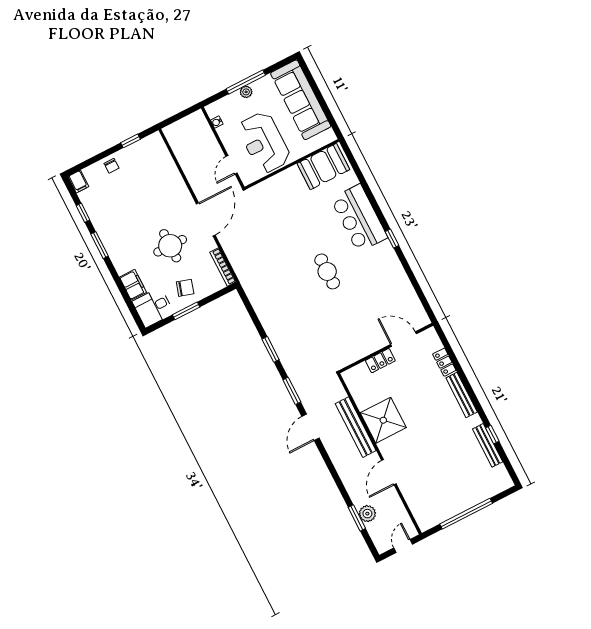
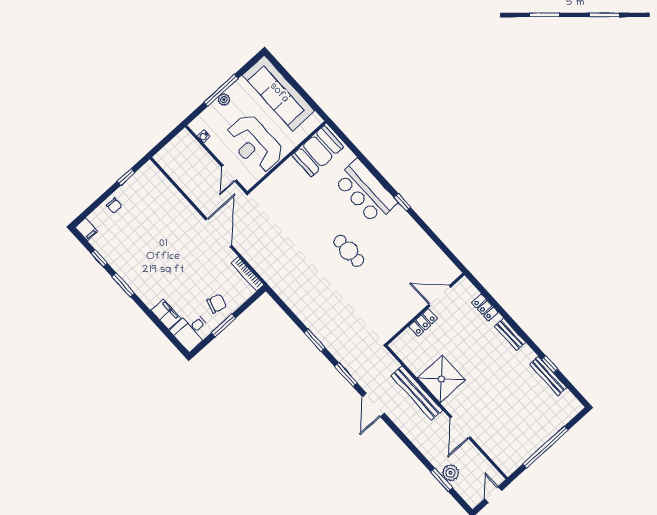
round table: (170, 246) -> (191, 267), removed
bench: (462, 395) -> (510, 334), width x0.73

